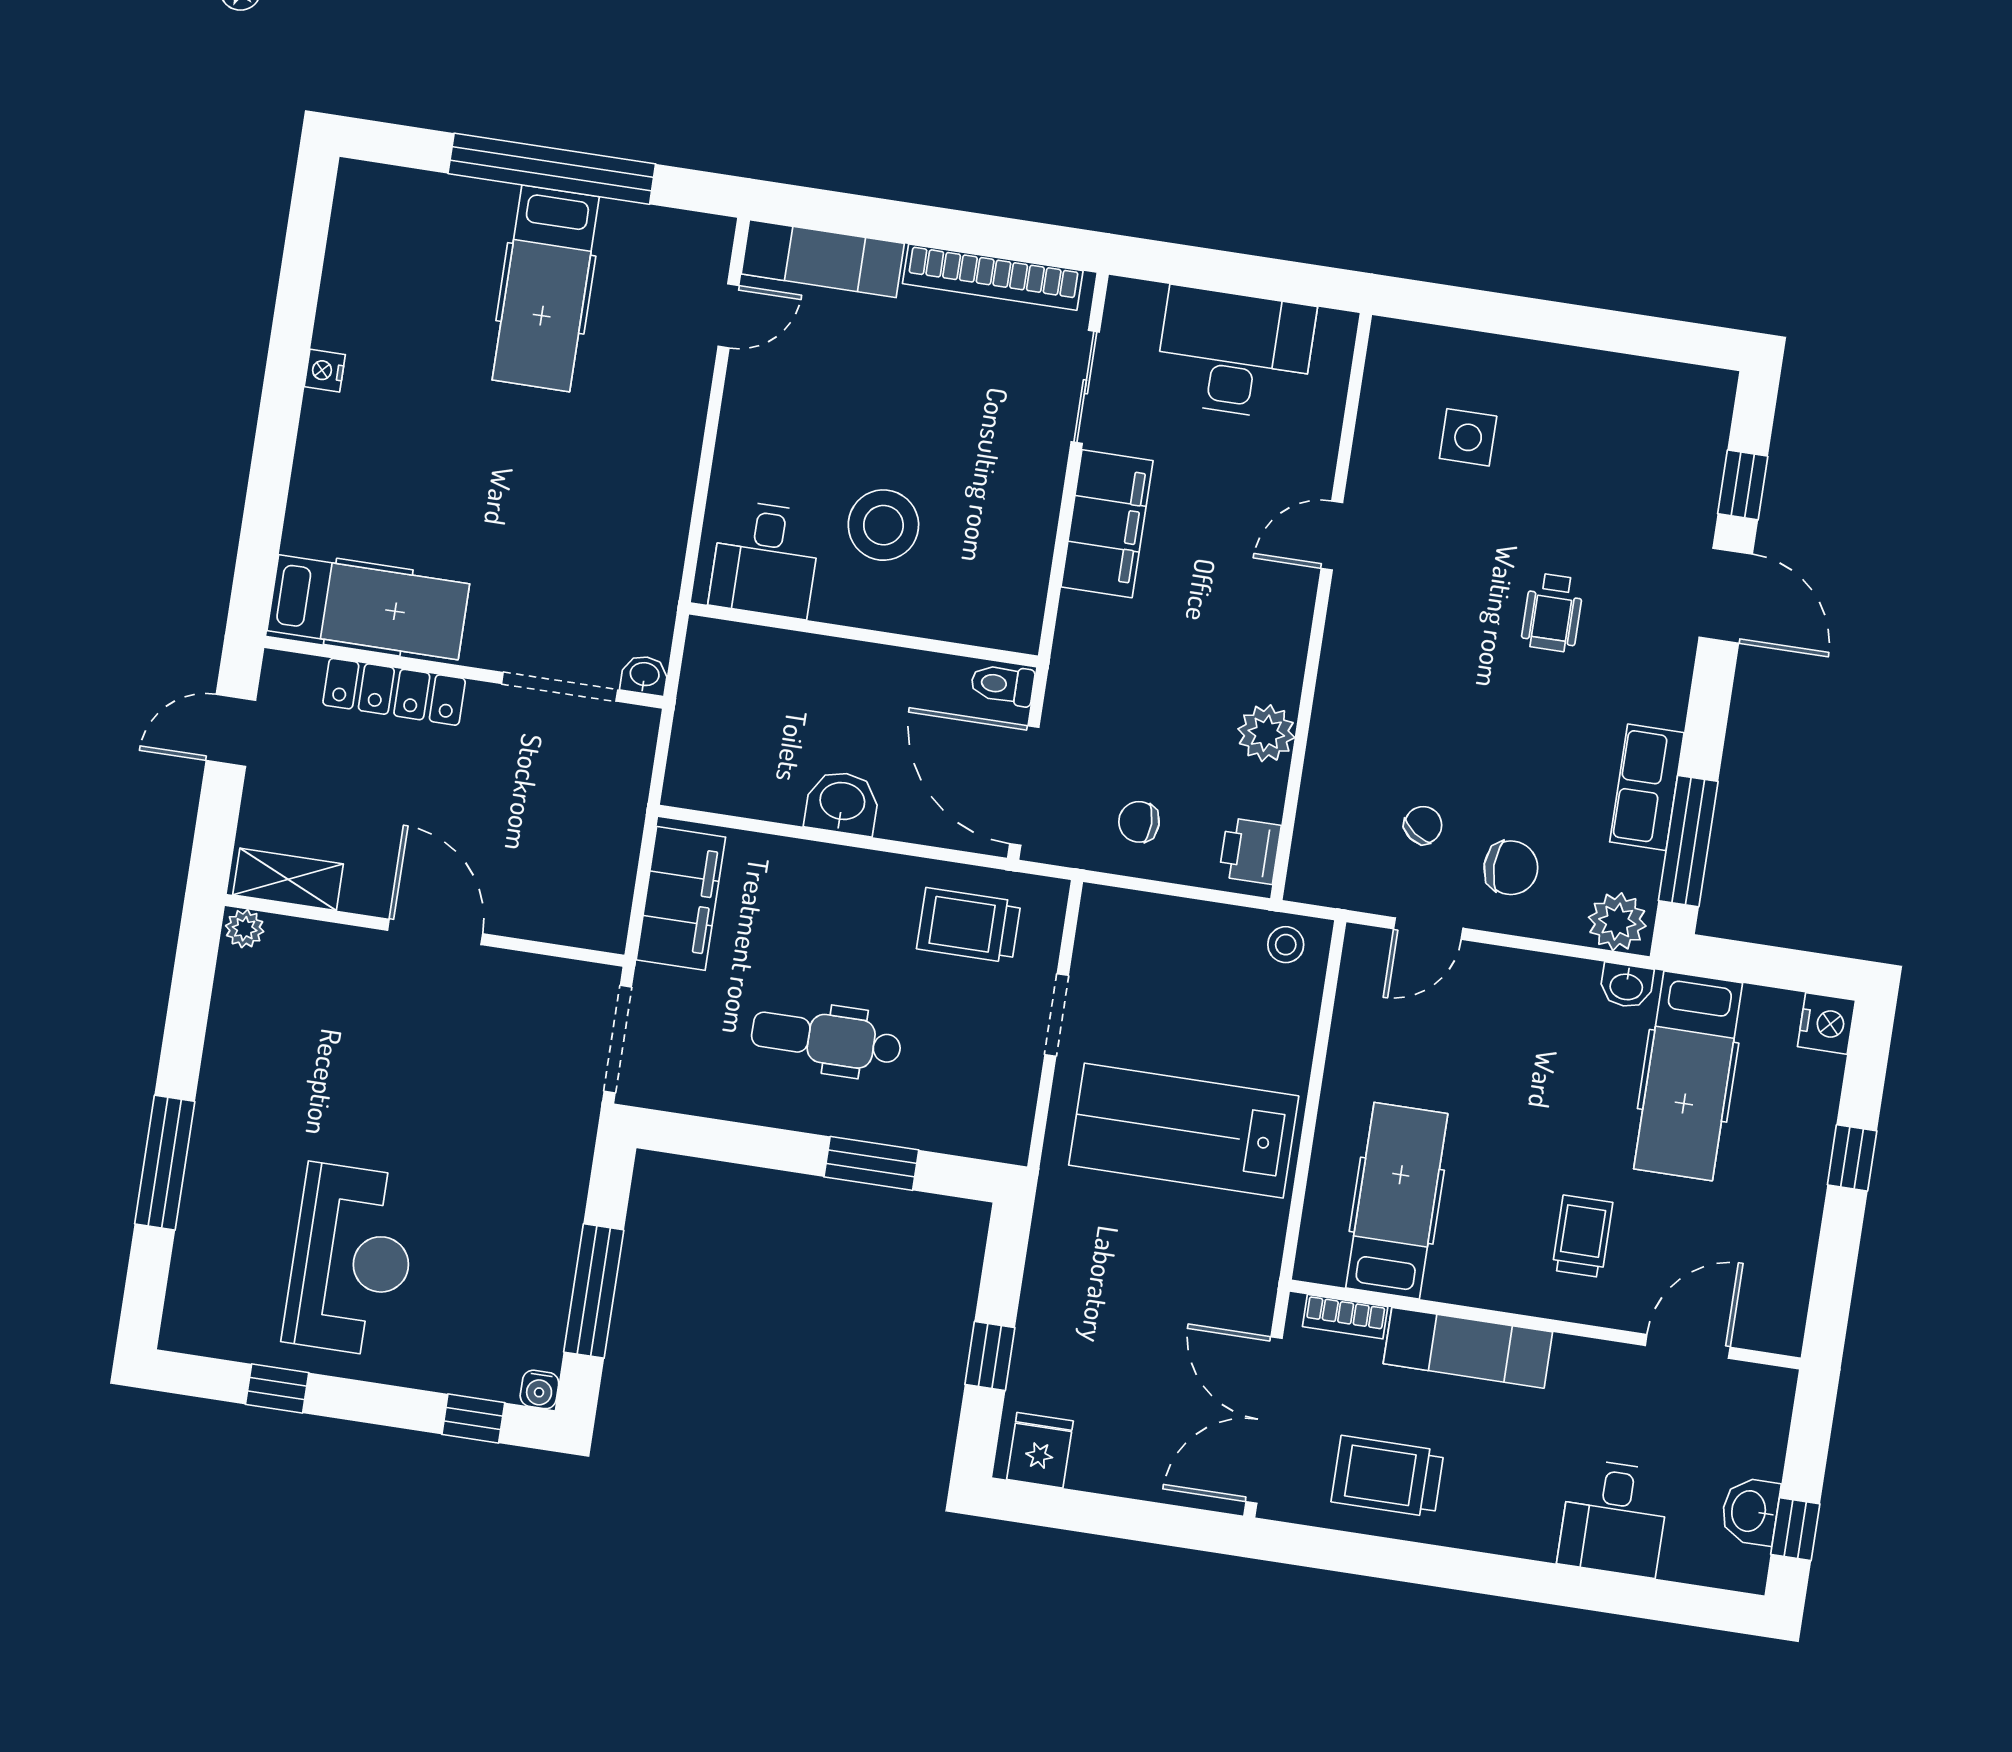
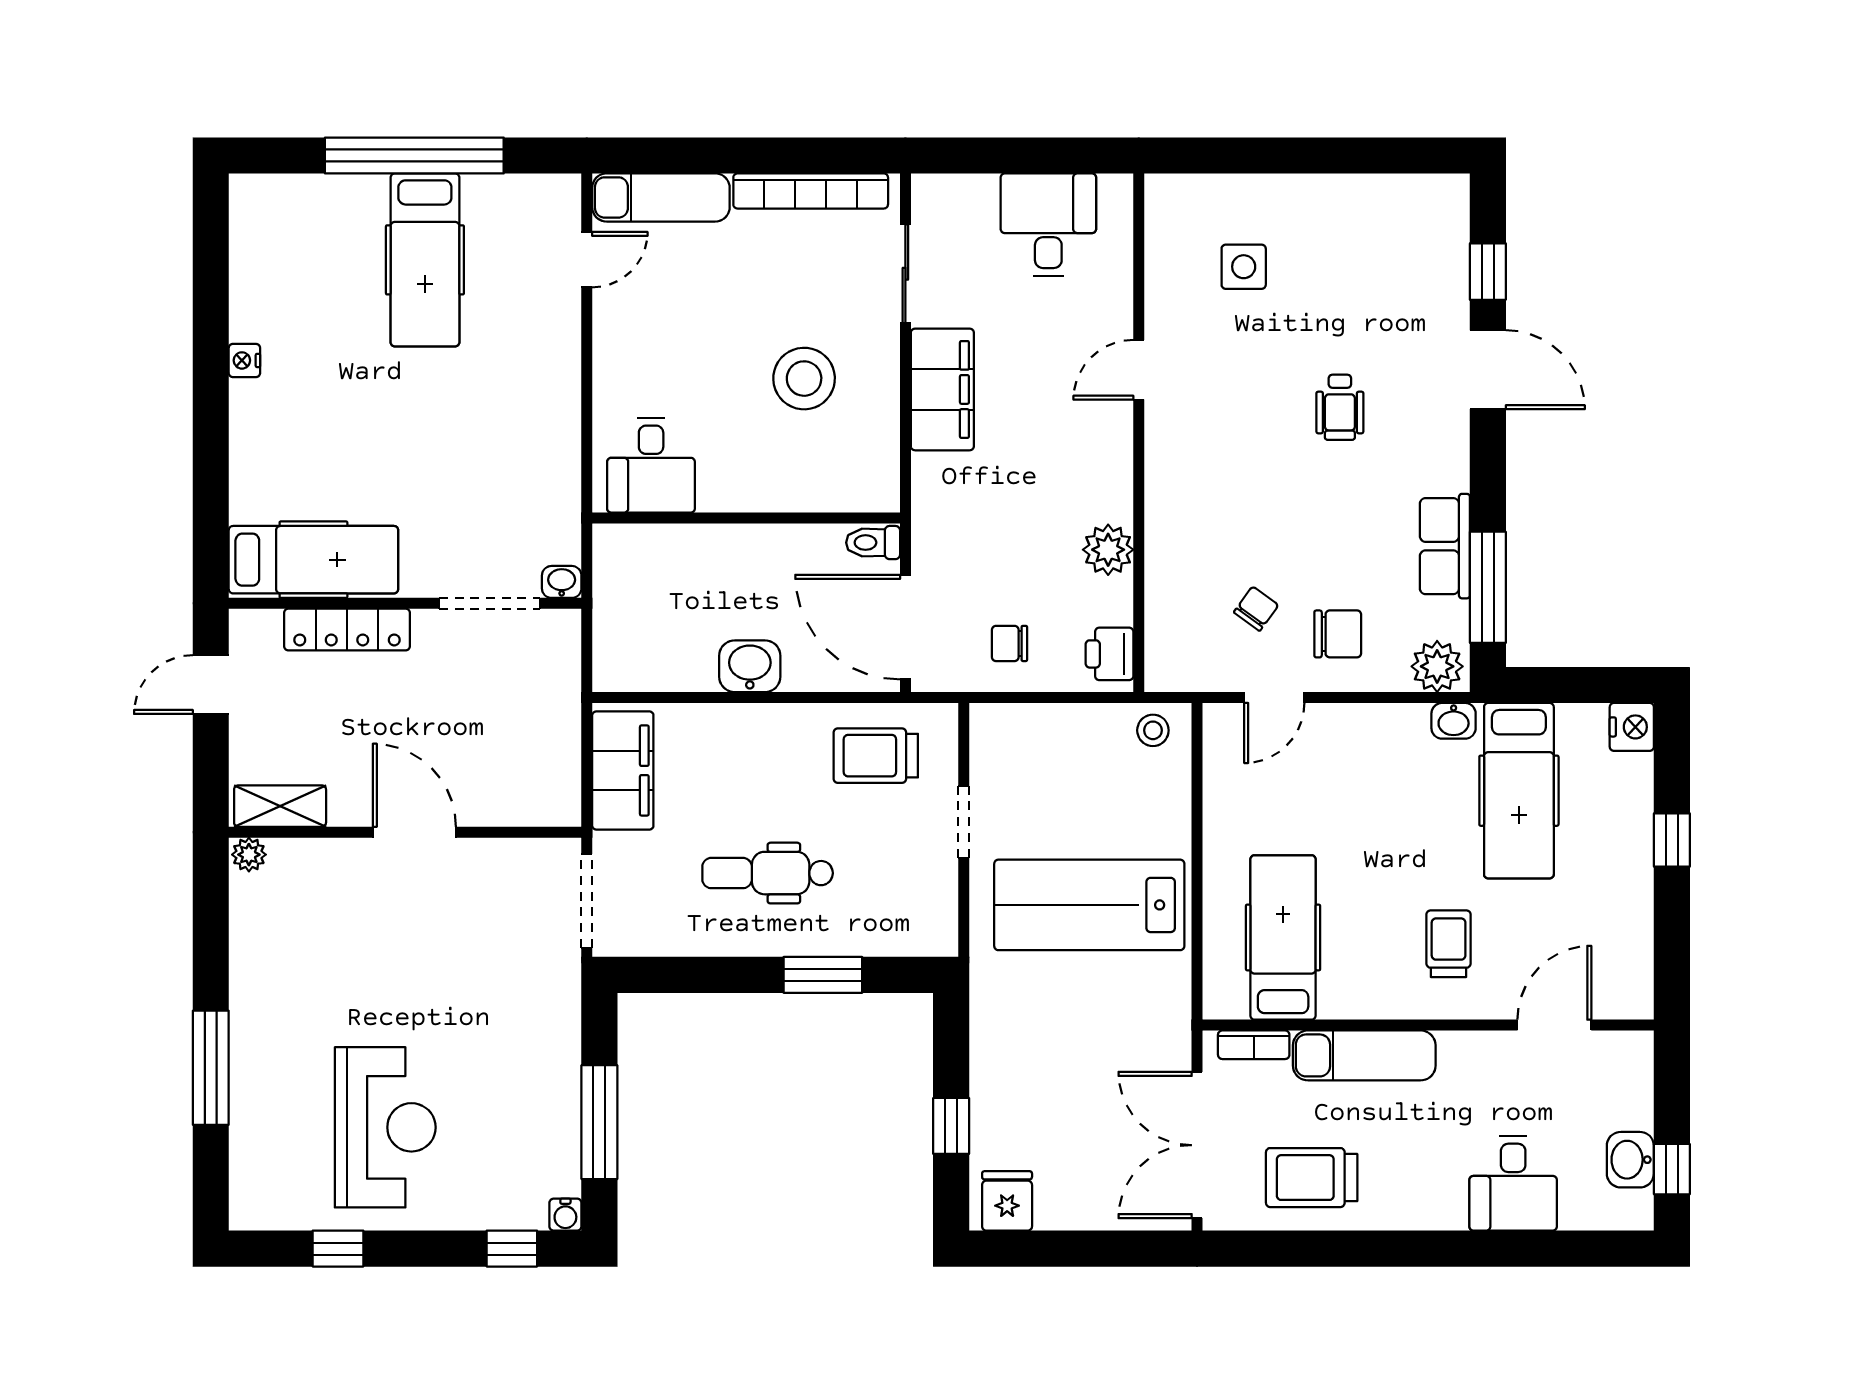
desk: (1235, 353) -> (1048, 225), width x0.73
stool: (883, 525) -> (804, 379), moved

